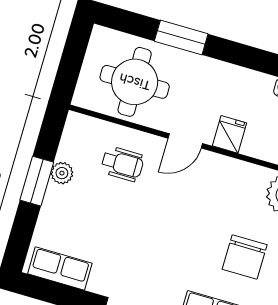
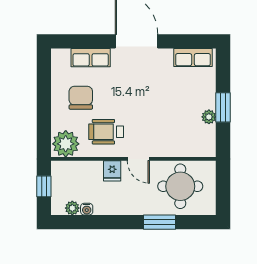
door: (185, 141) -> (138, 159), swing flipped
wheelchair: (122, 164) -> (106, 132), moved, width x1.36, depth x1.37

